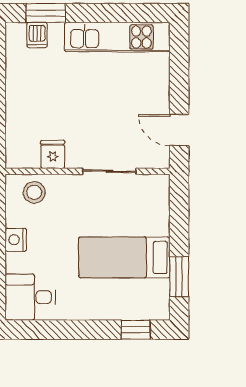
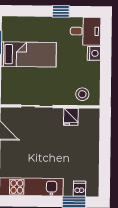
nightstand: (16, 240) -> (94, 53), moved
window: (136, 330) -> (61, 11), moved

